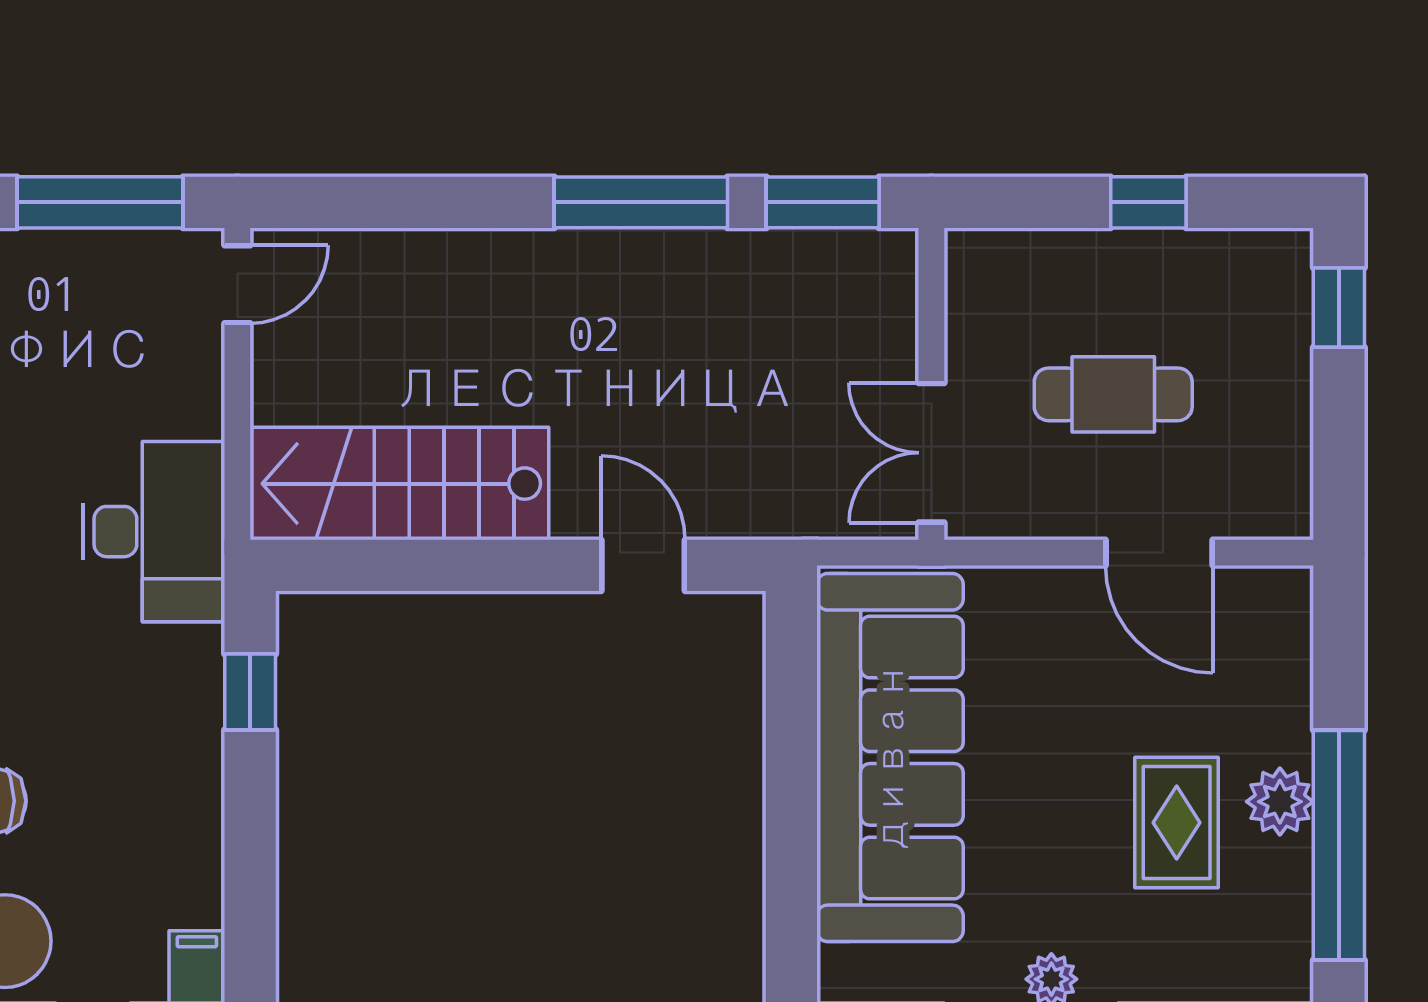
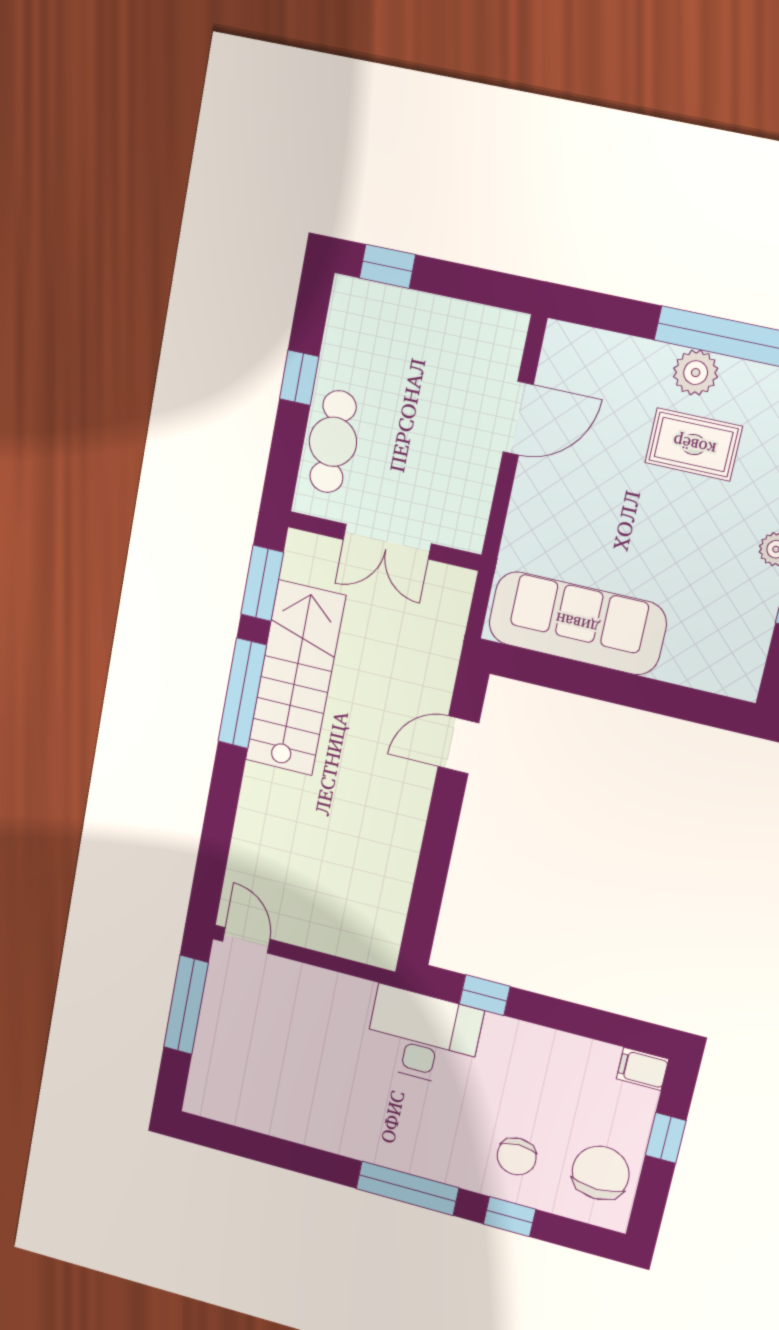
cafe table: (1113, 394) -> (333, 442), moved
double door: (931, 453) -> (387, 542), moved
stairs: (399, 484) -> (295, 678), moved, turned 180
desk: (154, 532) -> (423, 1037), moved
sofa: (890, 758) -> (577, 623), width x0.74, depth x0.79

